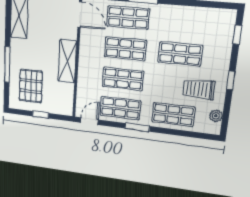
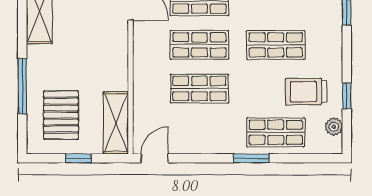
shelving: (67, 61) -> (116, 123), moved
window: (231, 80) -> (347, 96), moved
shop shelf: (120, 108) -> (199, 132), removed
window: (137, 127) -> (251, 158), moved

